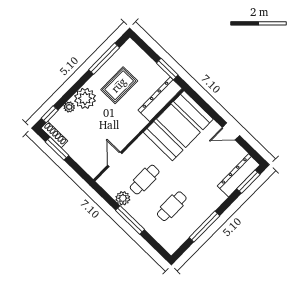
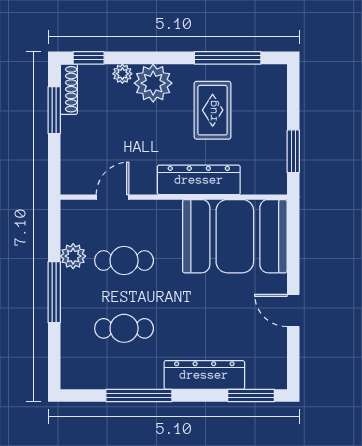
rug: (119, 85) -> (213, 110), turned 90
dresser: (160, 99) -> (199, 180), moved
dresser: (239, 175) -> (204, 375), moved

